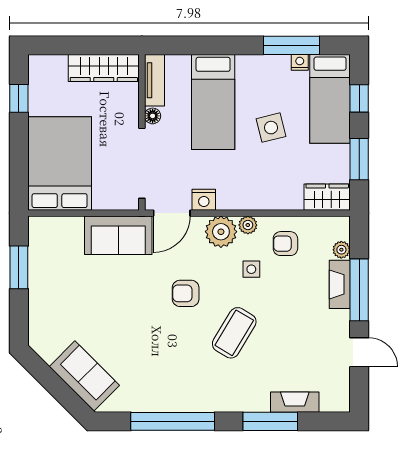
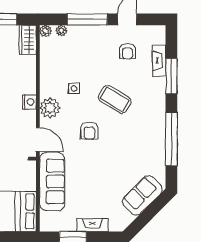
nightstand: (204, 200) -> (29, 102), moved
plant: (248, 225) -> (46, 31), moved
sofa: (118, 235) -> (52, 182), width x1.36
armchair: (285, 244) -> (127, 51), moved
fireplace: (340, 284) -> (92, 225), moved, turned 180

